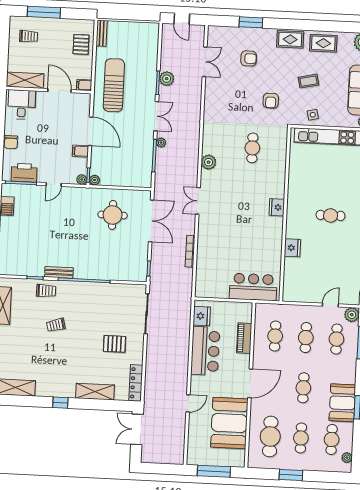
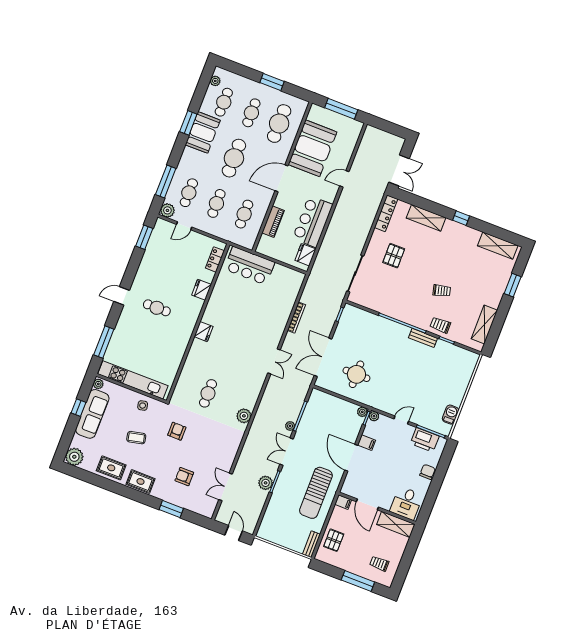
plant: (209, 162) -> (244, 416), moved
locker: (289, 282) -> (215, 259), added
pallet: (114, 344) -> (394, 256), turned 90
cafe table: (303, 388) -> (234, 158), width x1.37, depth x1.35

